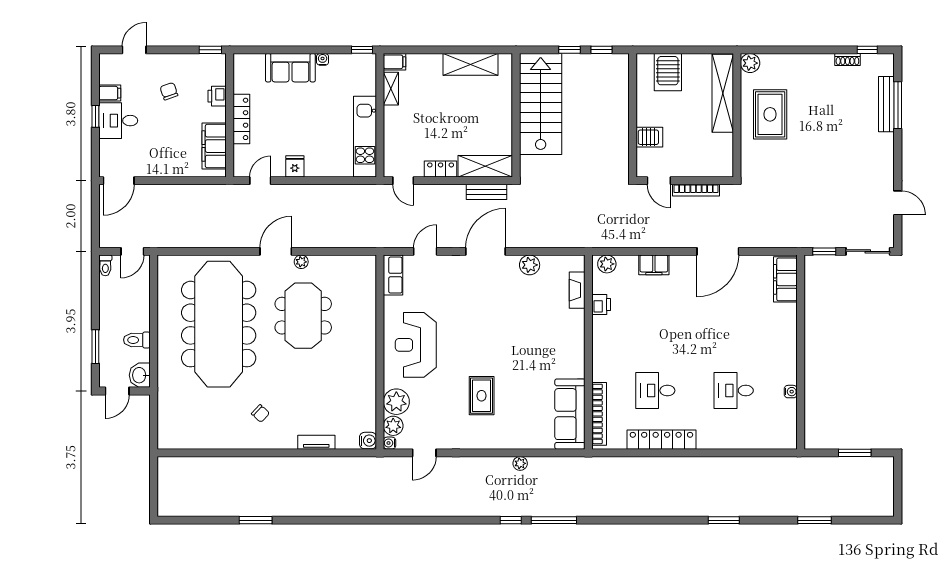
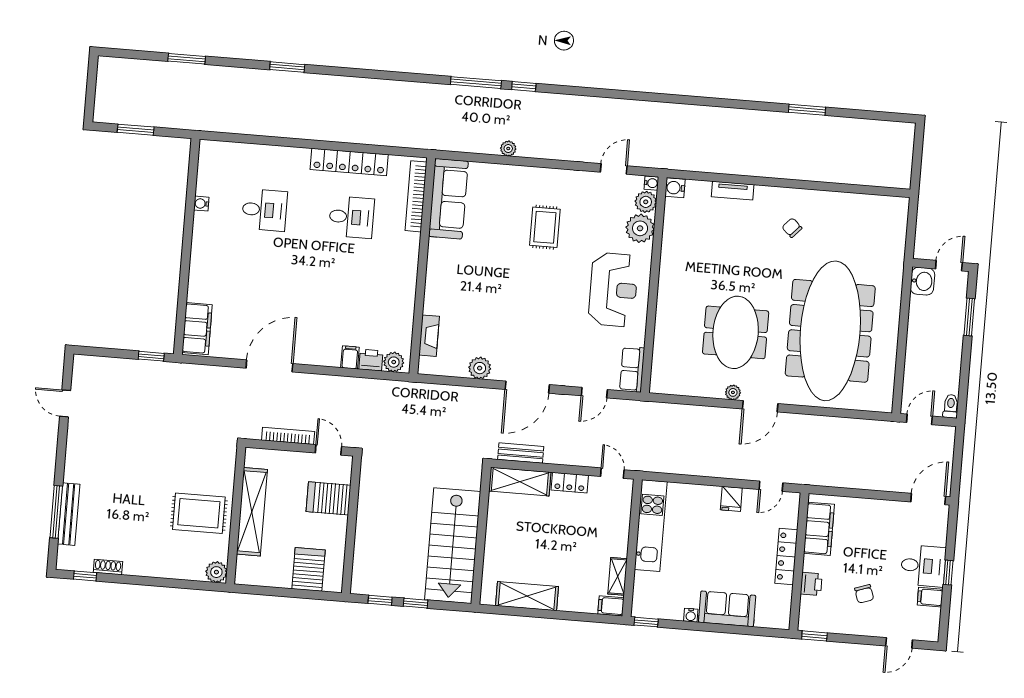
shelving: (723, 93) -> (252, 512), moved
rug: (770, 114) -> (199, 513), turned 90
server rack: (649, 137) -> (328, 498), width x1.36, depth x1.44
sliding door: (868, 251) -> (103, 352), removed
filing cabinet: (654, 265) -> (350, 357), width x0.50
printer: (601, 305) -> (371, 360), moved, turned 90
toilet: (137, 340) -> (923, 321), removed

